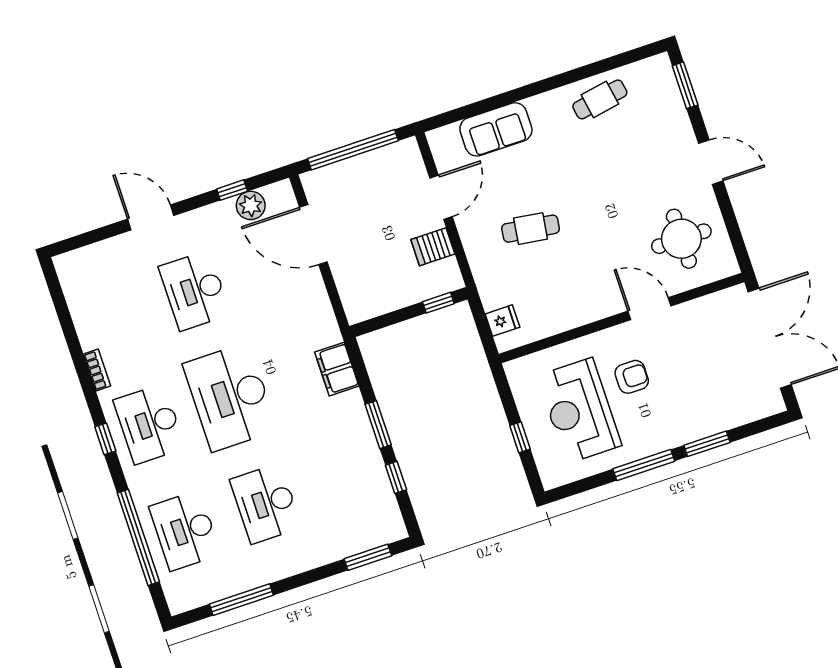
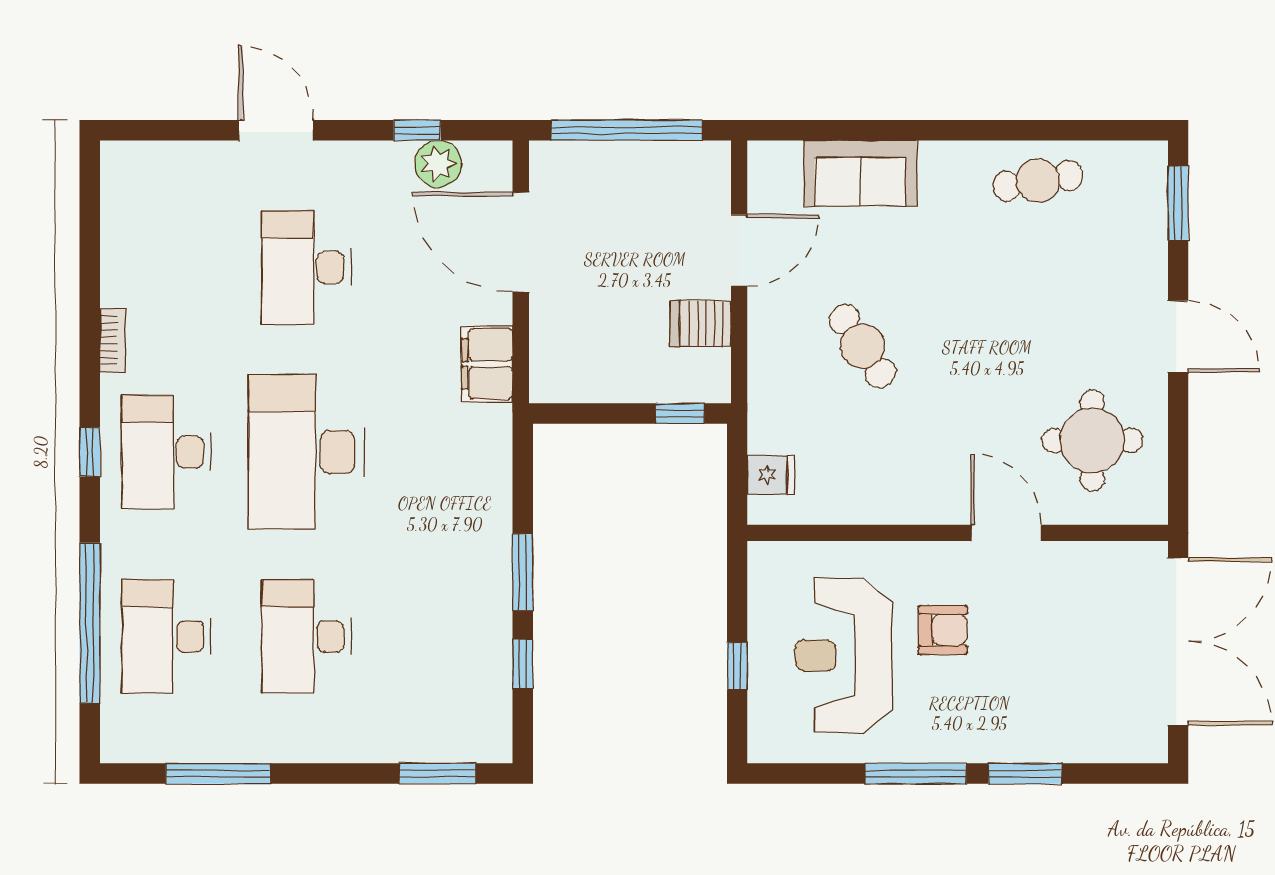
cafe table: (531, 229) -> (862, 346), turned 48
filing cabinet: (337, 369) -> (487, 364), moved

